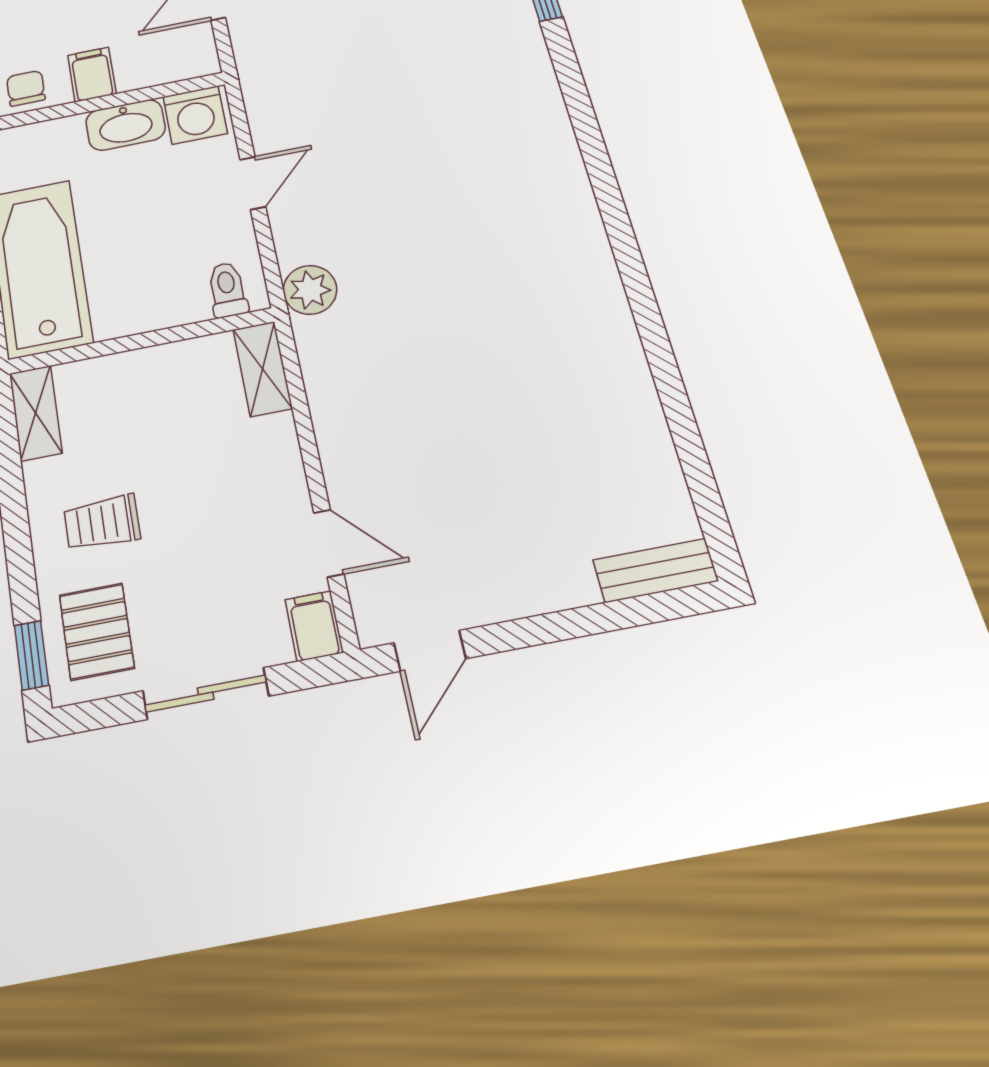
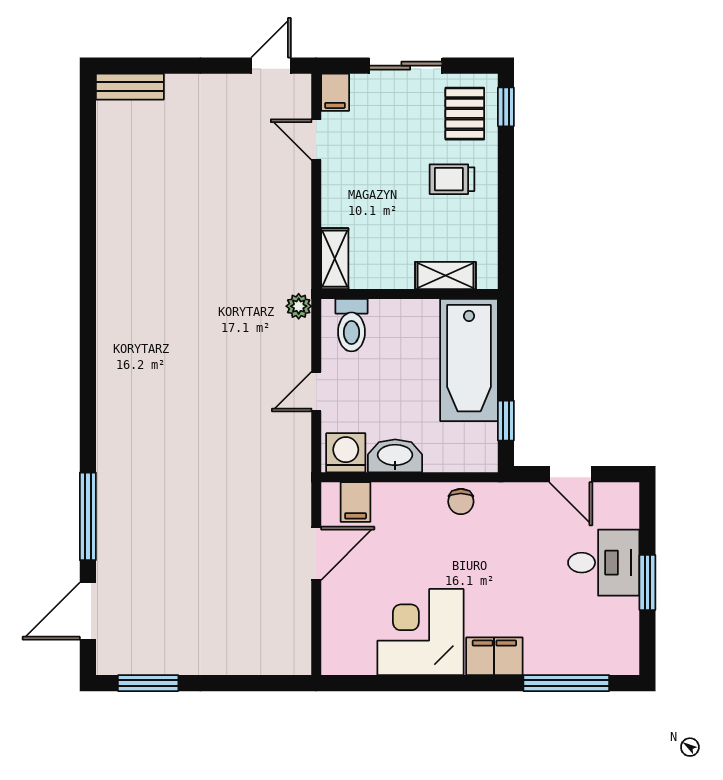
filing cabinet: (92, 74) -> (356, 502), moved
toilet: (227, 290) -> (352, 325), width x1.37, depth x1.39
plant: (310, 290) -> (299, 306), width x0.73, depth x0.73
shelving: (36, 413) -> (445, 275), moved, turned 90
trolley: (102, 523) -> (452, 179), turned 180

